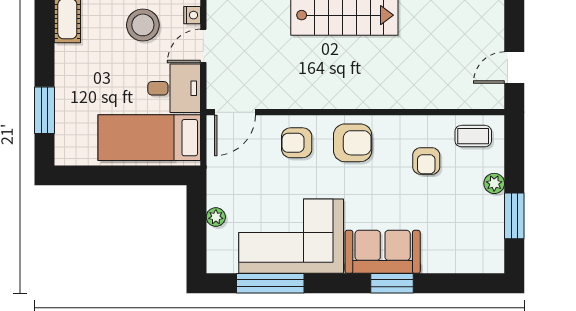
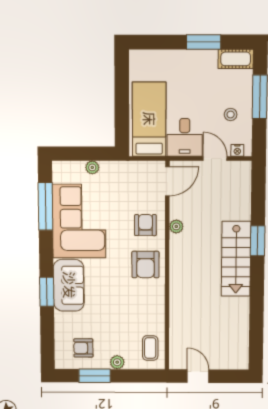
stool: (143, 25) -> (231, 115), width x0.53, depth x0.53
plant: (298, 99) -> (176, 226), added
window: (45, 110) -> (204, 42), moved
door: (235, 112) -> (167, 181), swing flipped
armchair: (426, 161) -> (83, 348), moved

